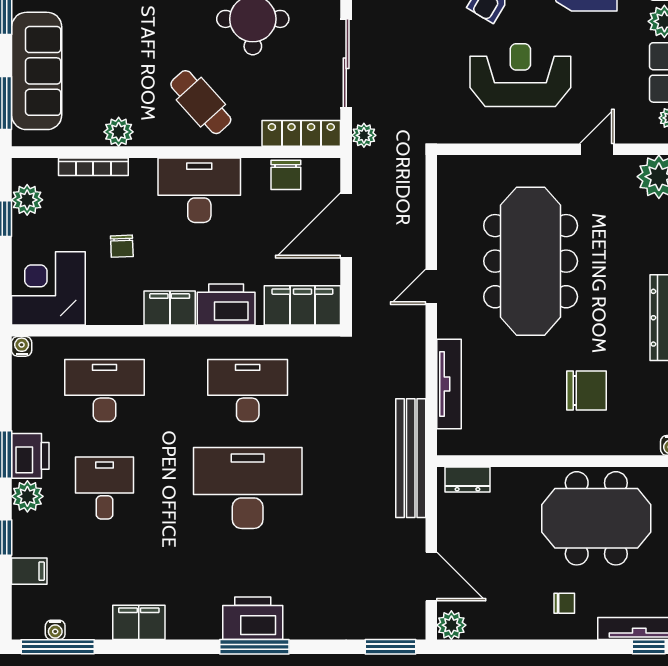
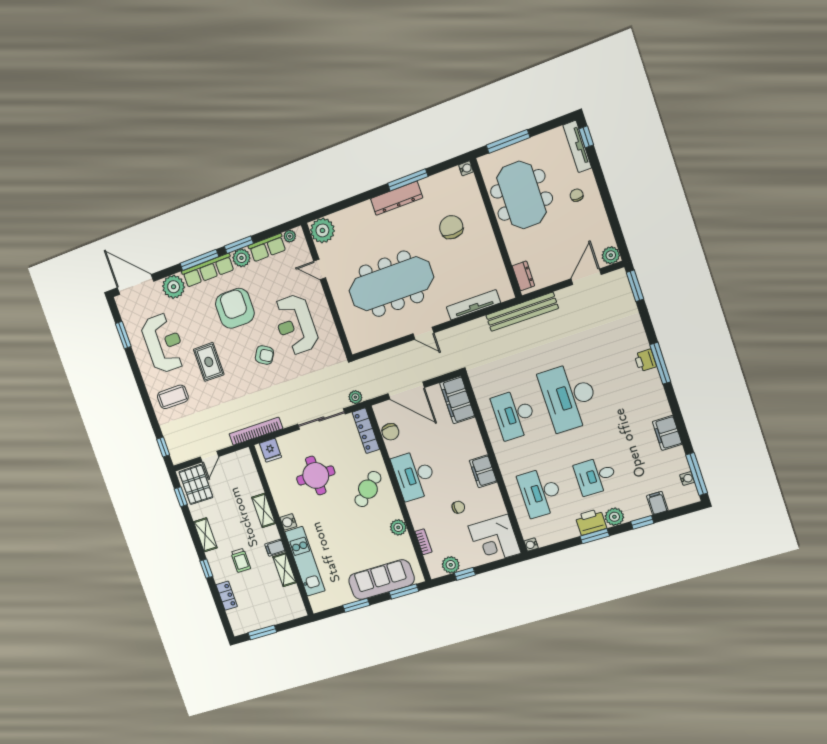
bookcase: (93, 167) -> (423, 542), width x0.64
chair: (286, 175) -> (390, 432), turned 90
printer: (226, 304) -> (471, 441), removed
printer: (253, 618) -> (645, 360), width x0.53, depth x0.68

